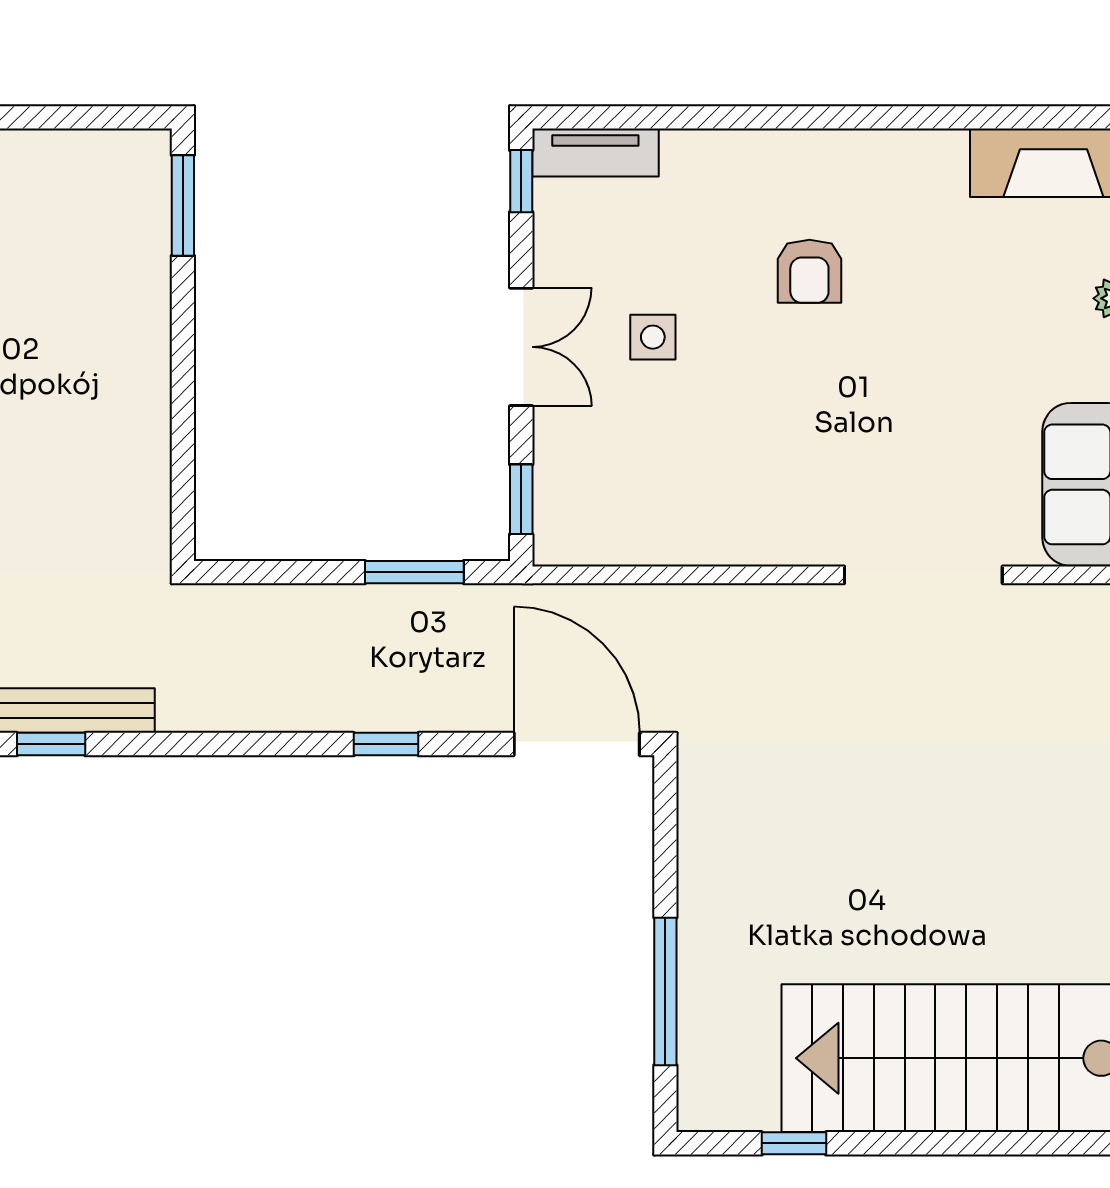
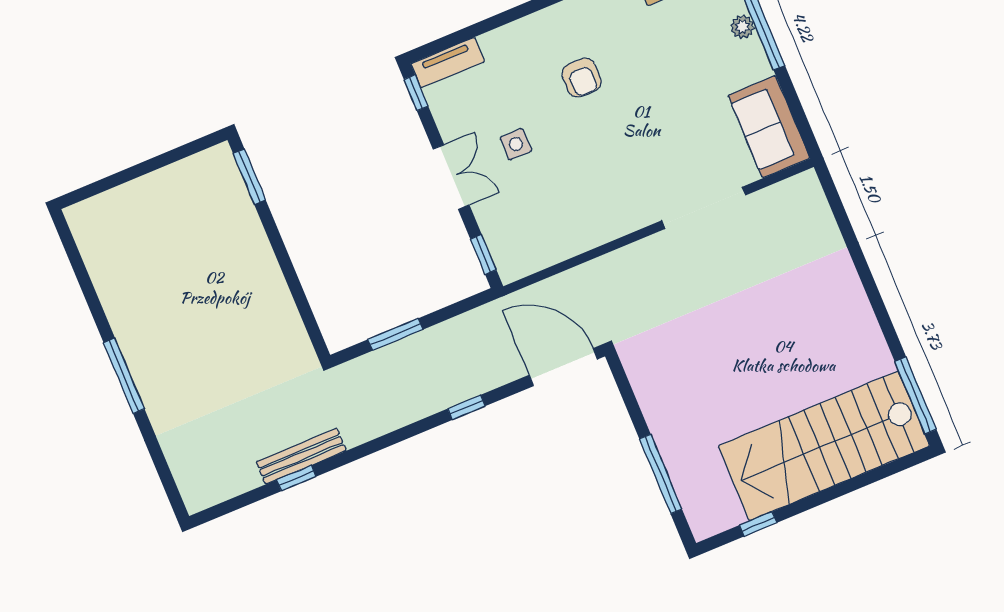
window: (414, 572) -> (395, 334), moved

